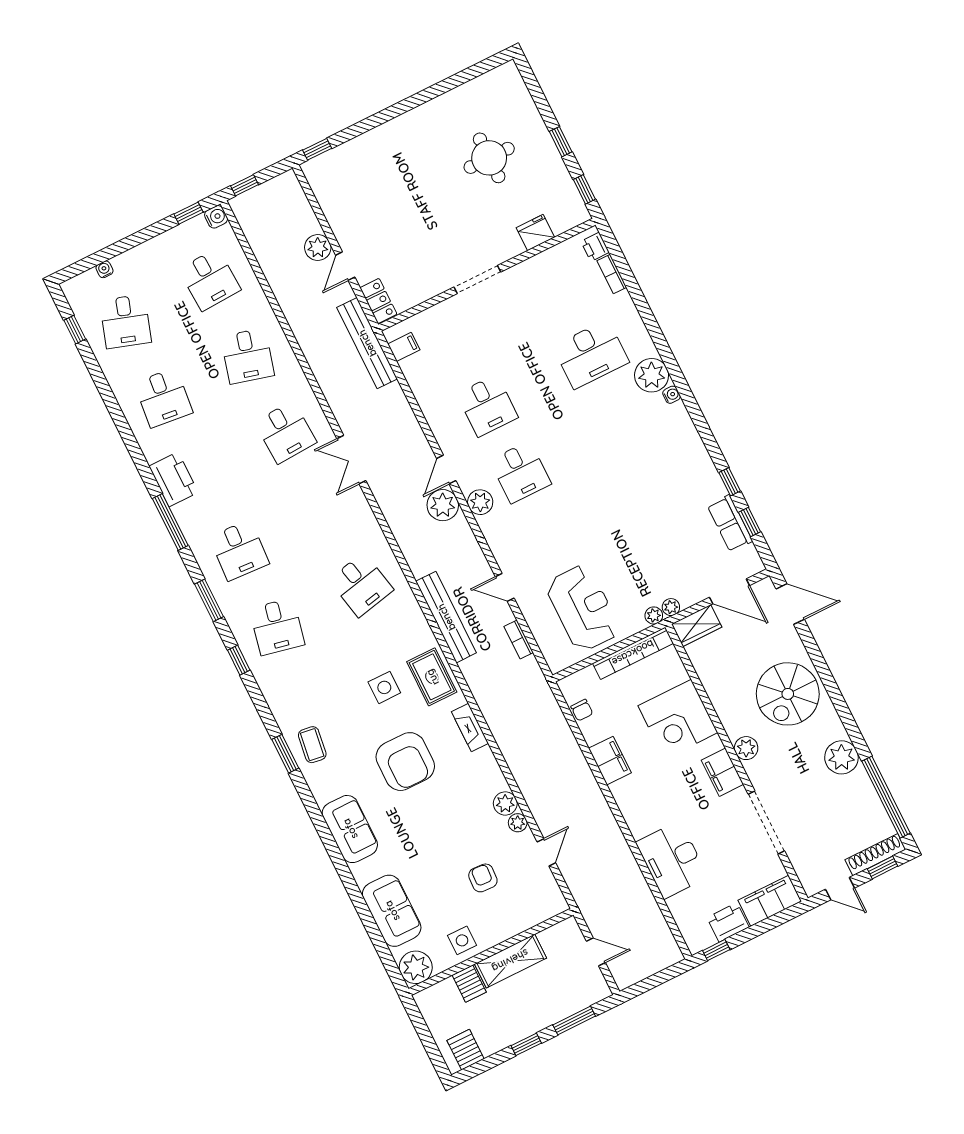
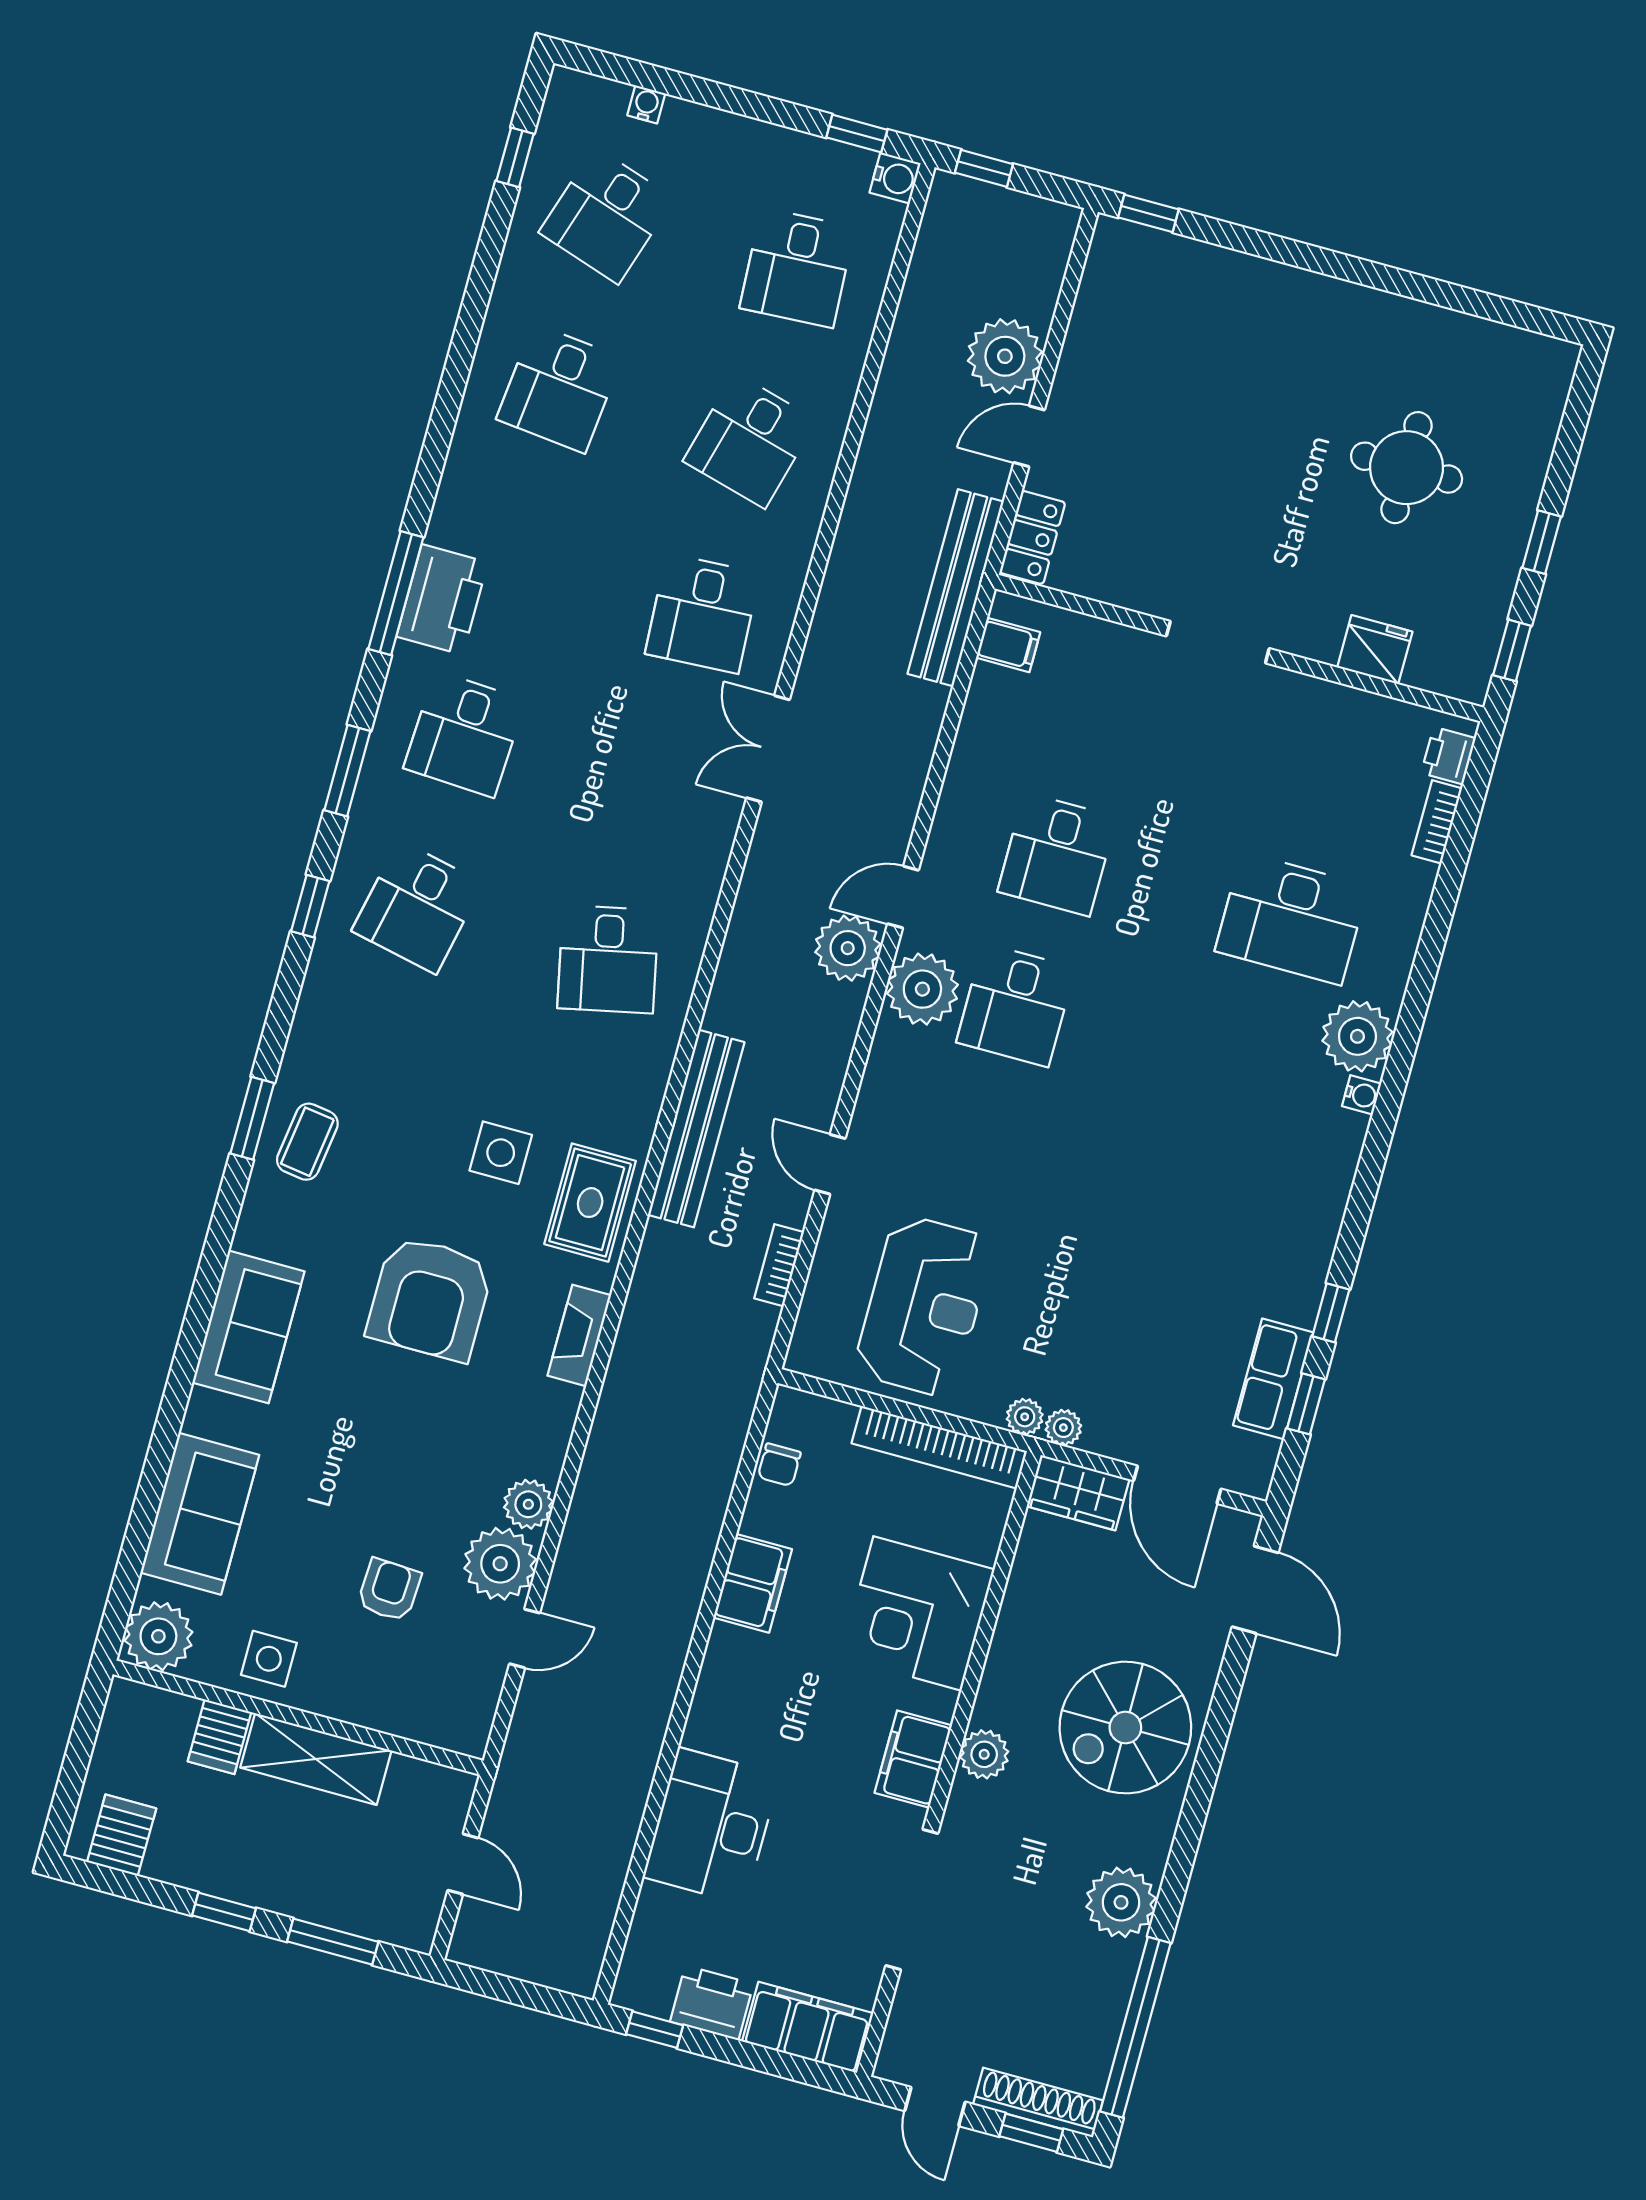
plant: (318, 247) -> (1005, 356), width x1.36, depth x1.36
printer: (174, 479) -> (442, 599), moved
plant: (480, 502) -> (922, 989), width x1.36, depth x1.36
plant: (518, 823) -> (500, 1564), width x1.87, depth x1.87

